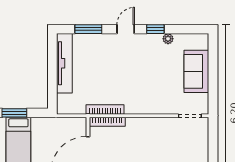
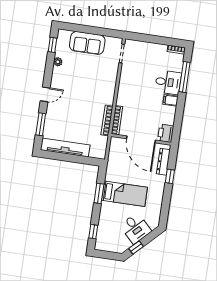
door: (126, 29) -> (45, 94), swing flipped
window: (155, 29) -> (52, 45), moved

